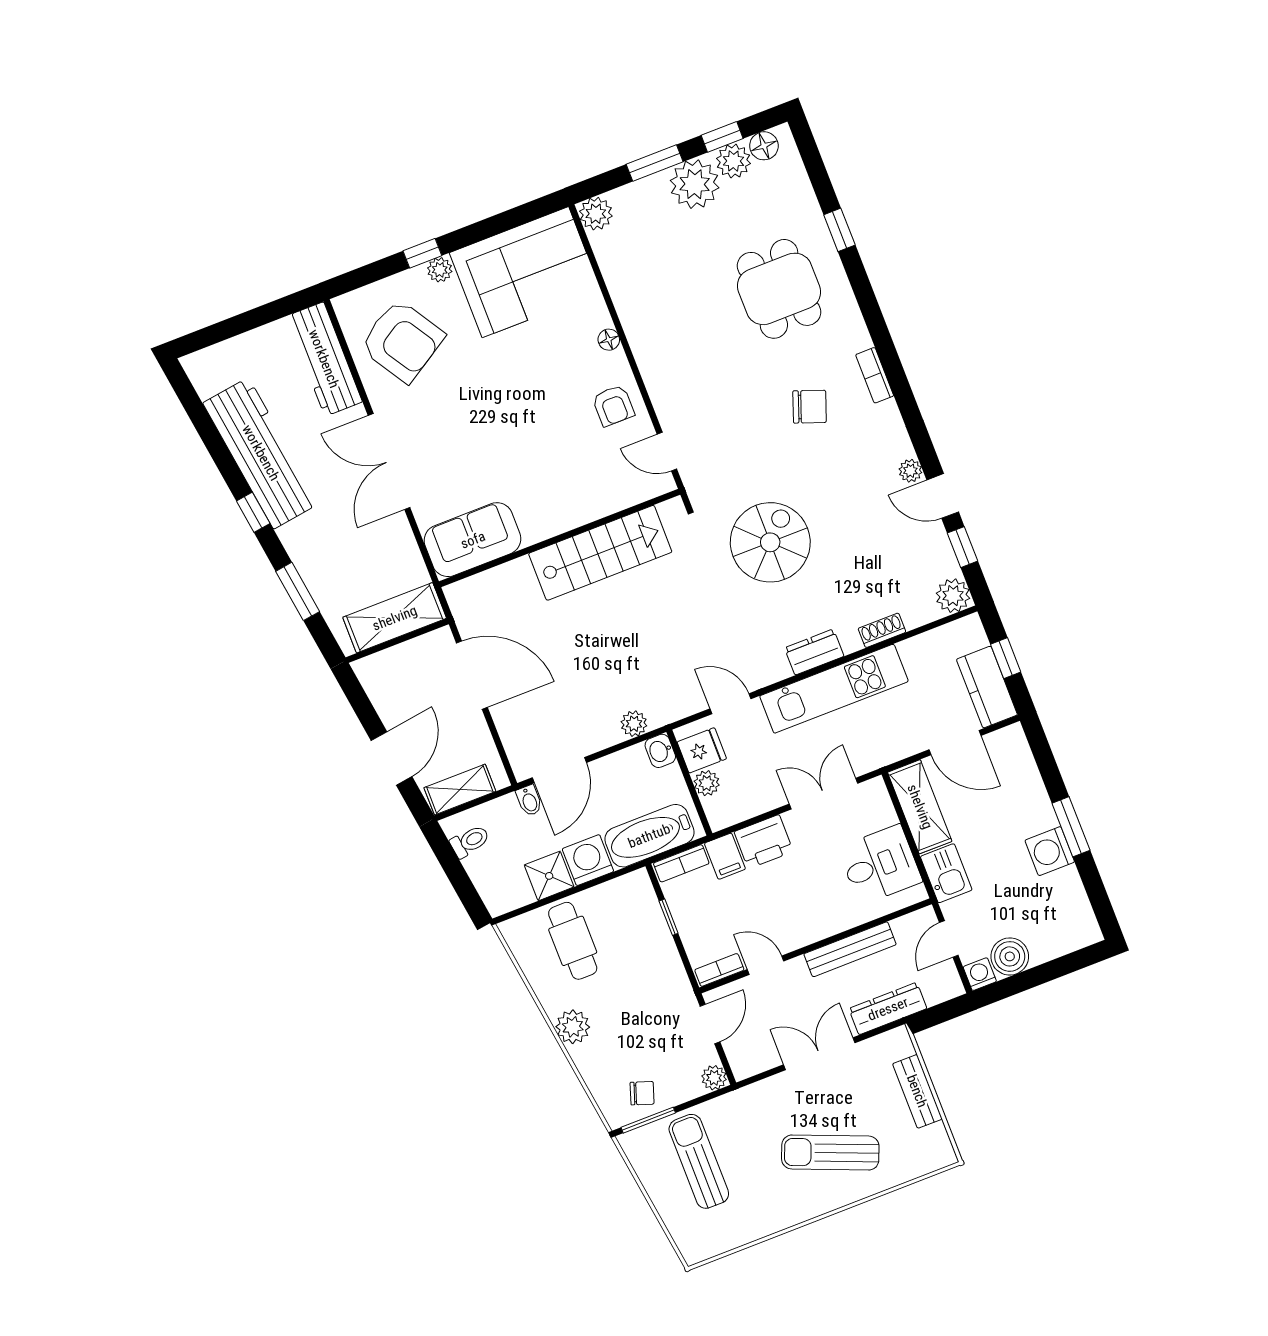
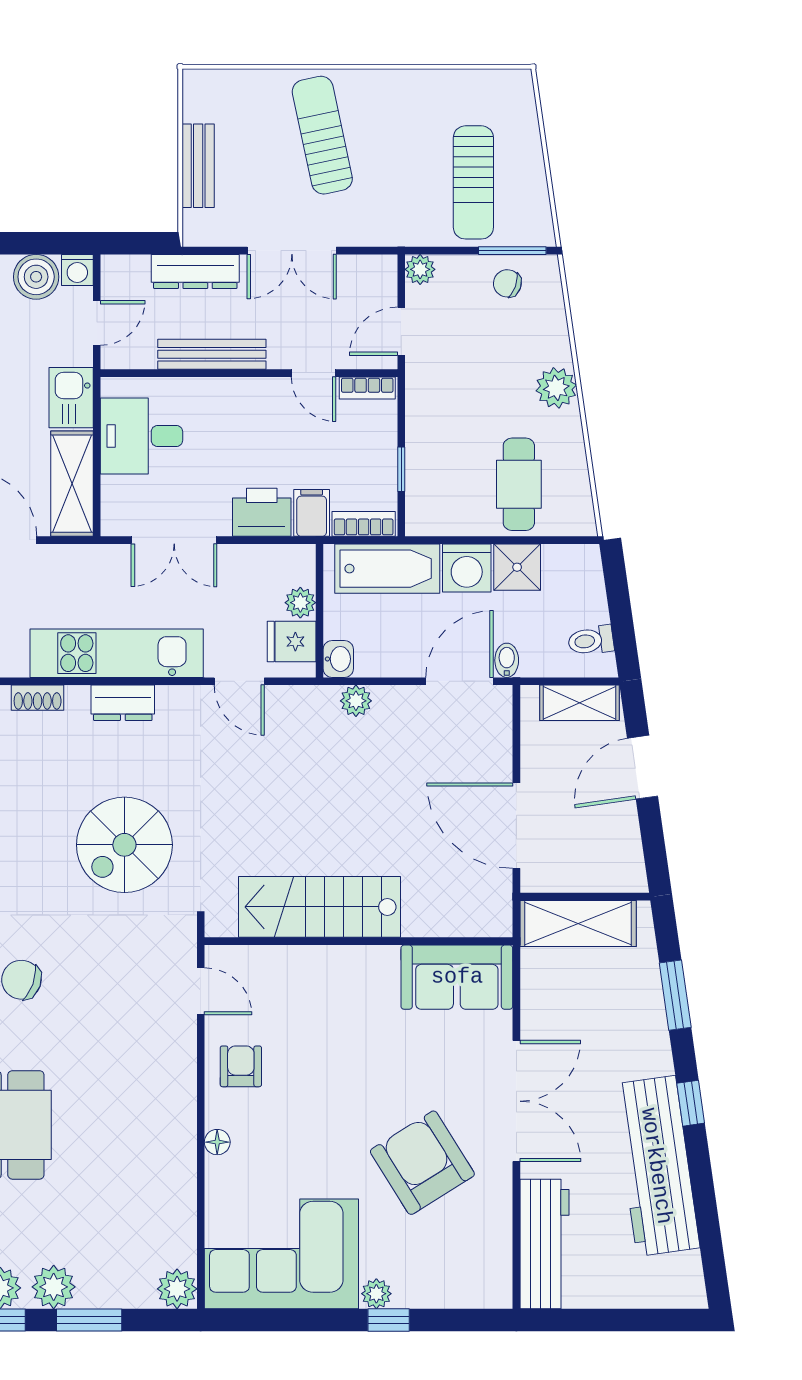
plant: (695, 184) -> (54, 1287), width x0.73, depth x0.73
armchair: (402, 341) -> (422, 1163), moved
sun lounger: (830, 1153) -> (322, 135), turned -124

